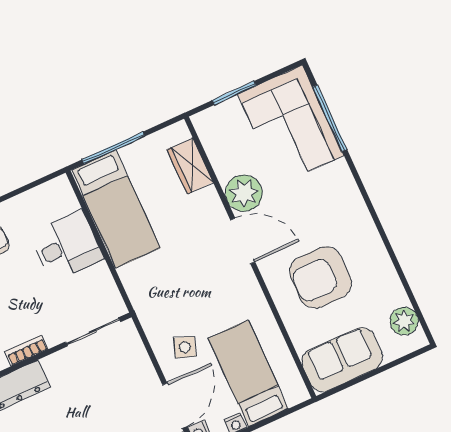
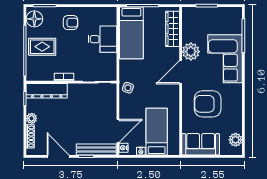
corner sofa: (291, 125) -> (225, 59), moved
wardrobe: (190, 166) -> (173, 29), width x1.50
door: (243, 241) -> (181, 72), swing flipped
side table: (185, 347) -> (128, 88), moved

